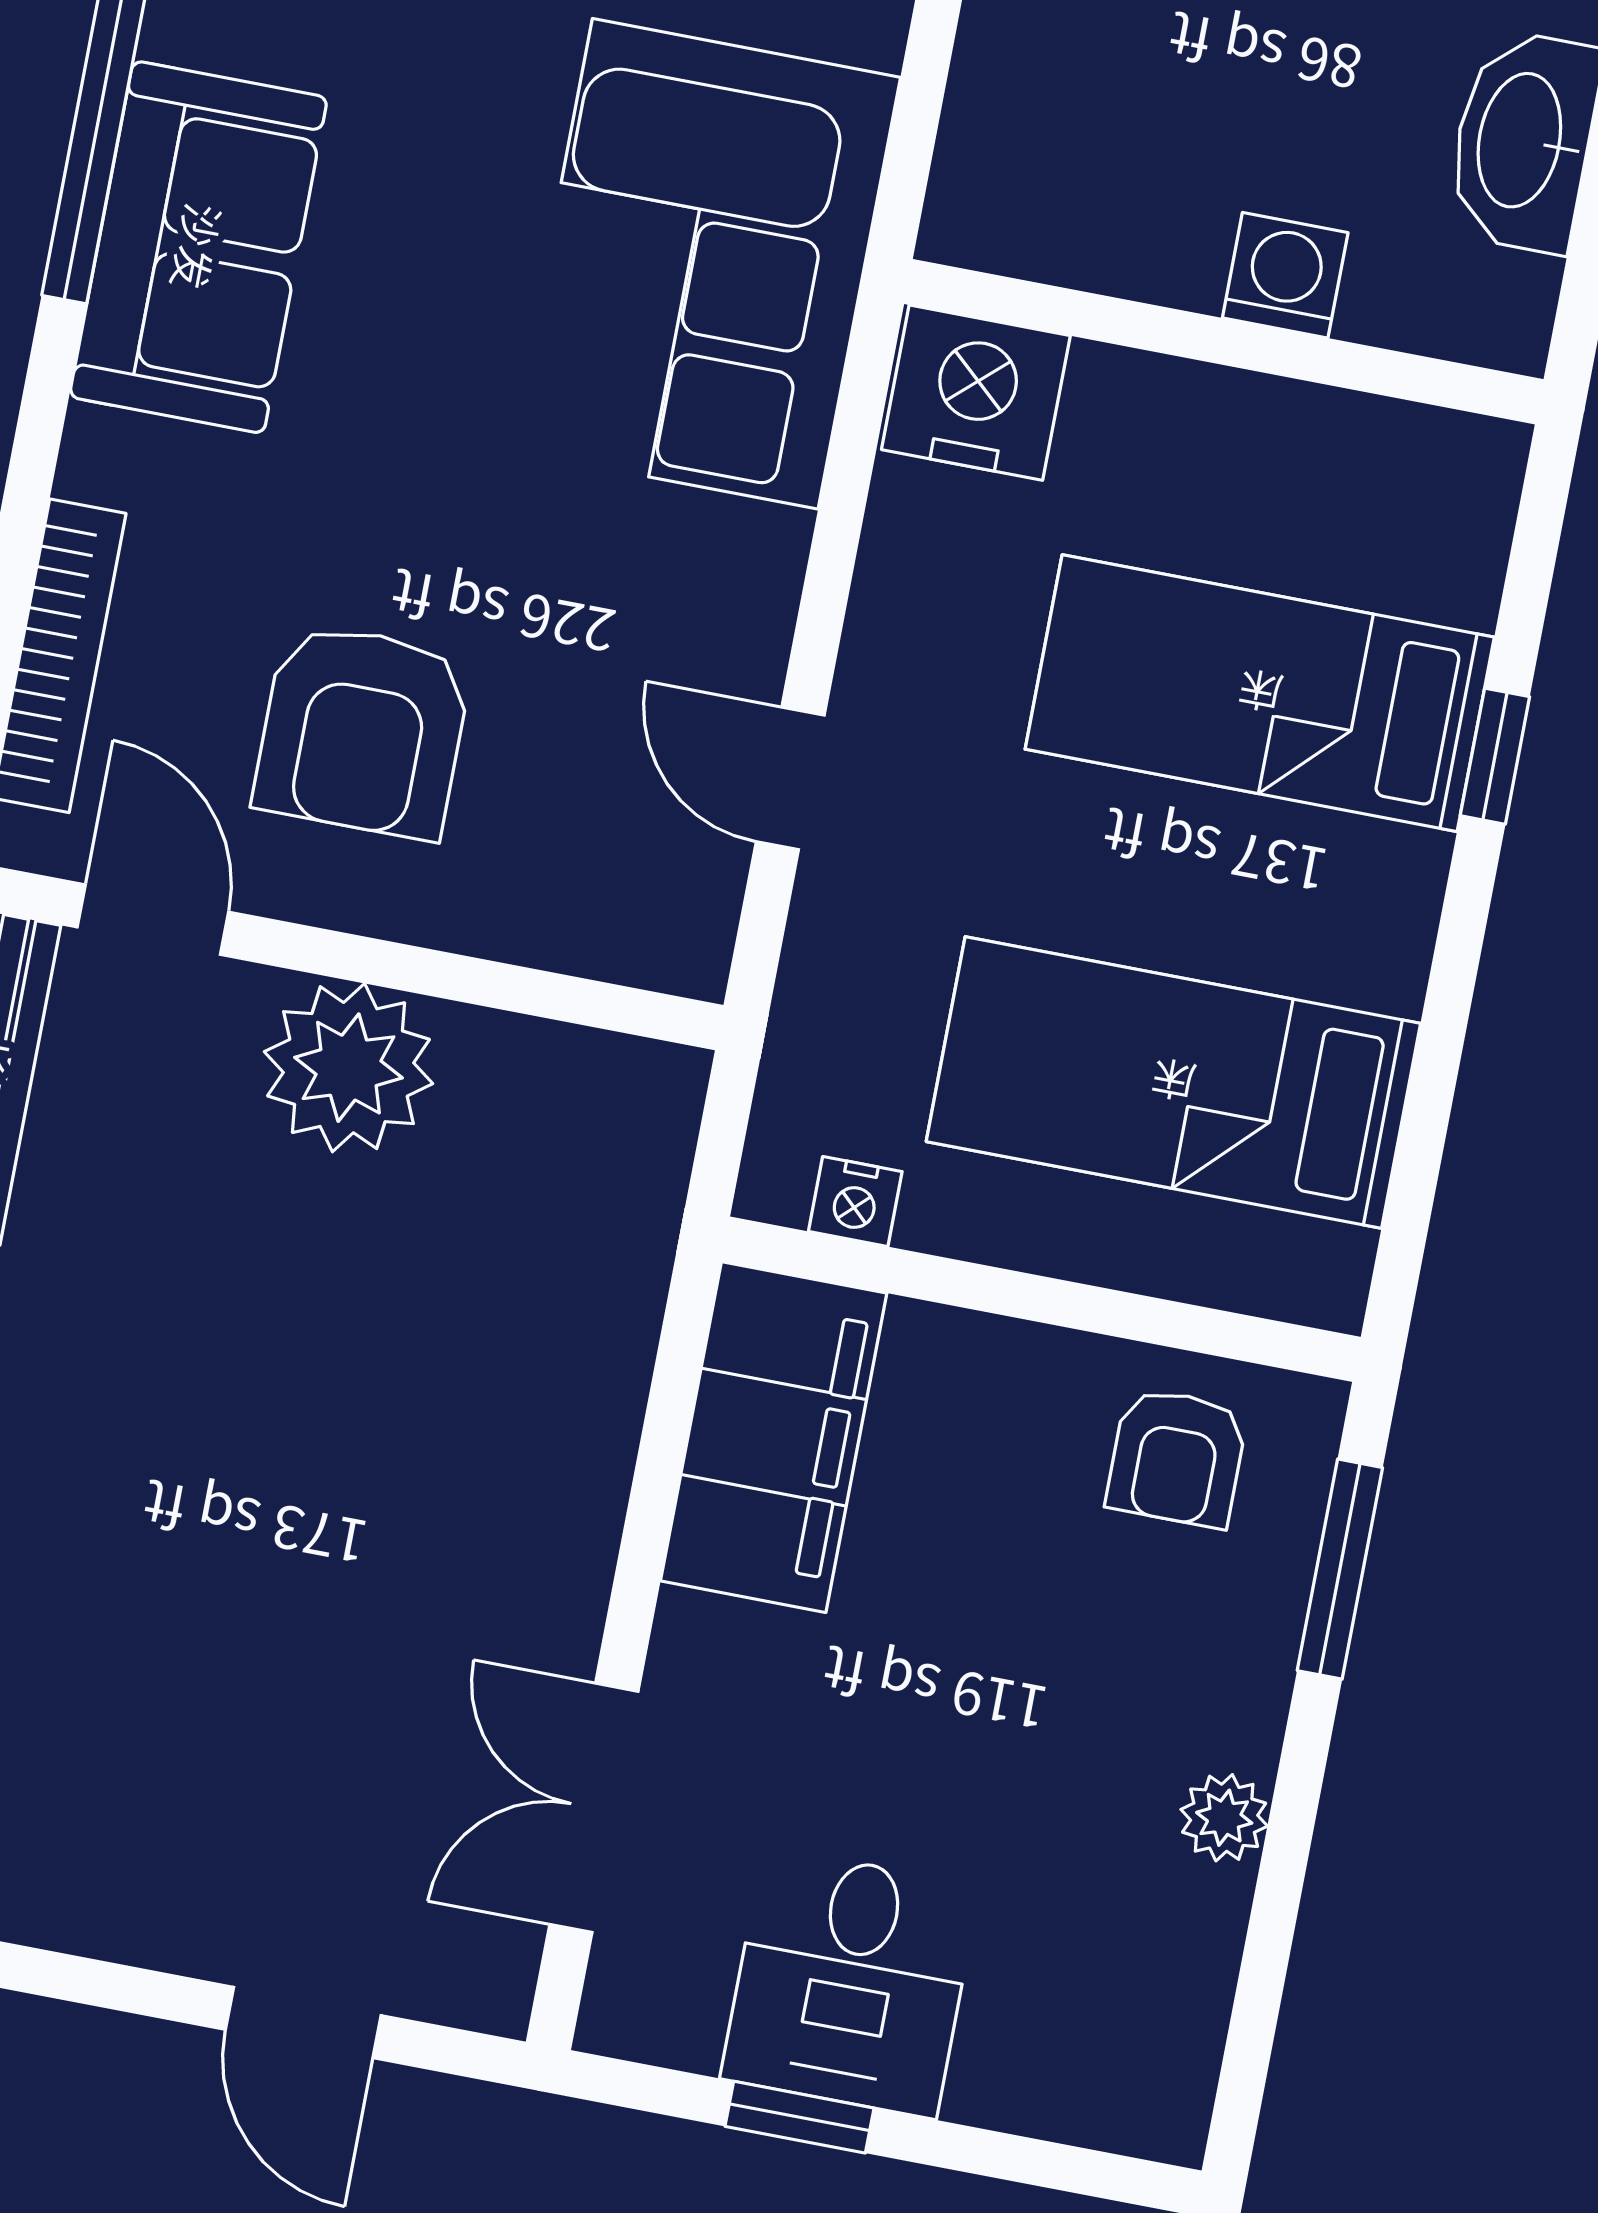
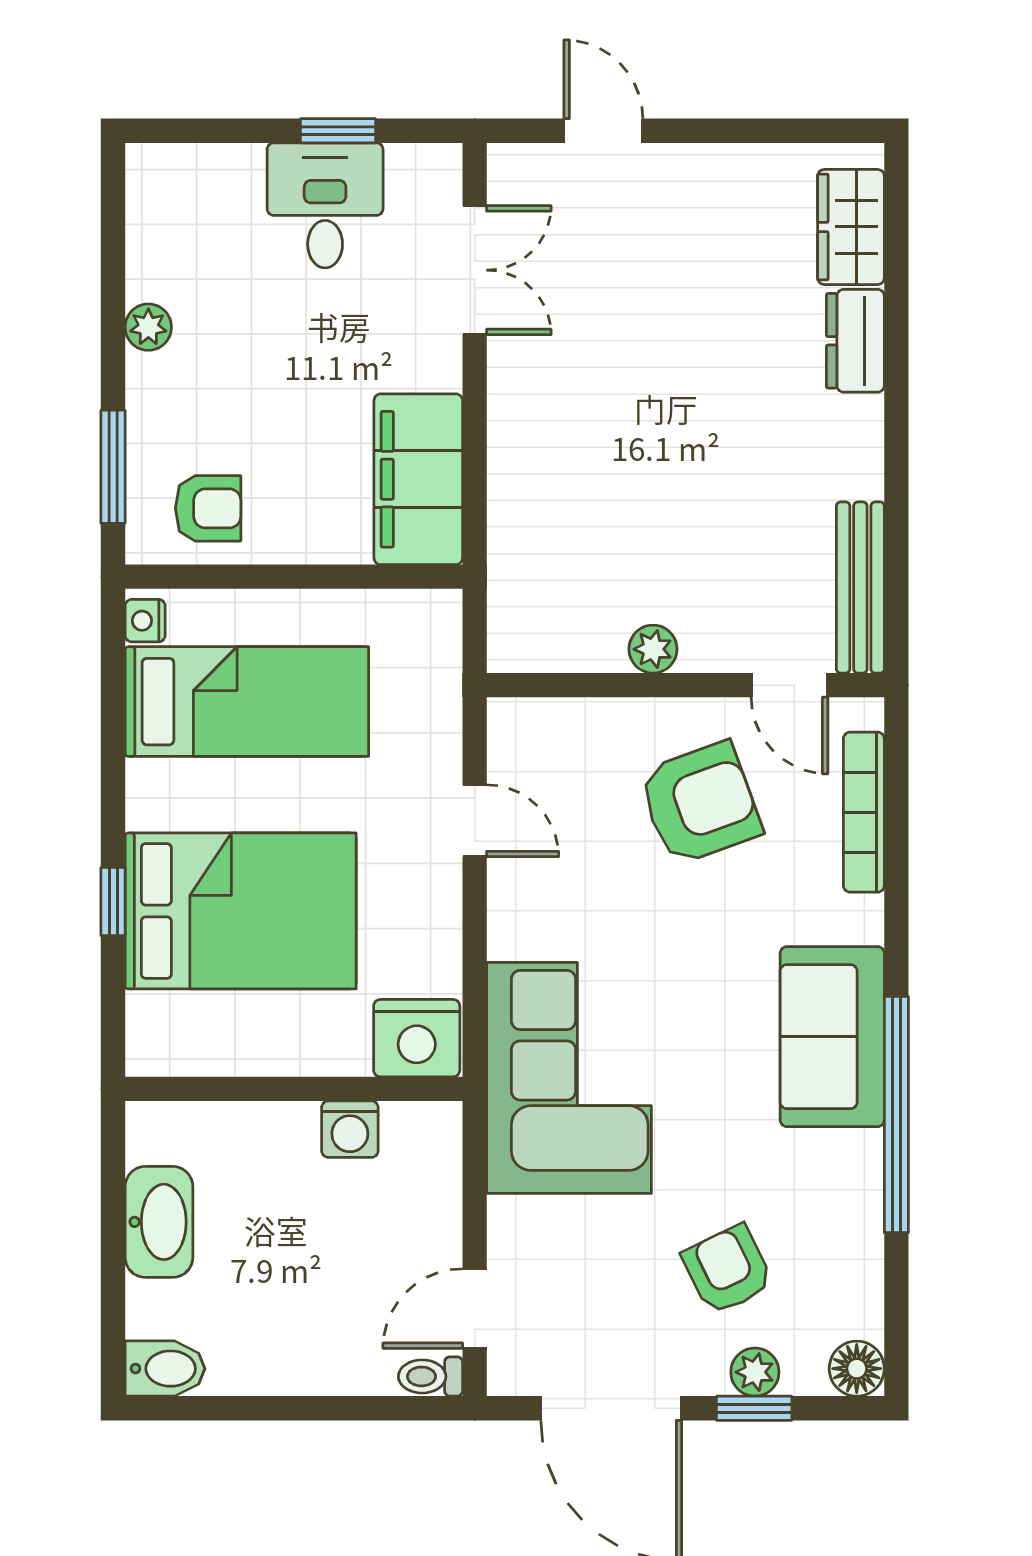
washing machine: (1285, 275) -> (350, 1129), moved
bed: (1260, 693) -> (241, 911), width x1.50
armchair: (363, 731) -> (700, 803), turned 70
plant: (348, 1068) -> (653, 649), width x0.53, depth x0.53
nightstand: (855, 1202) -> (145, 621), moved, turned -90
armchair: (1177, 1457) -> (208, 508), turned 90

